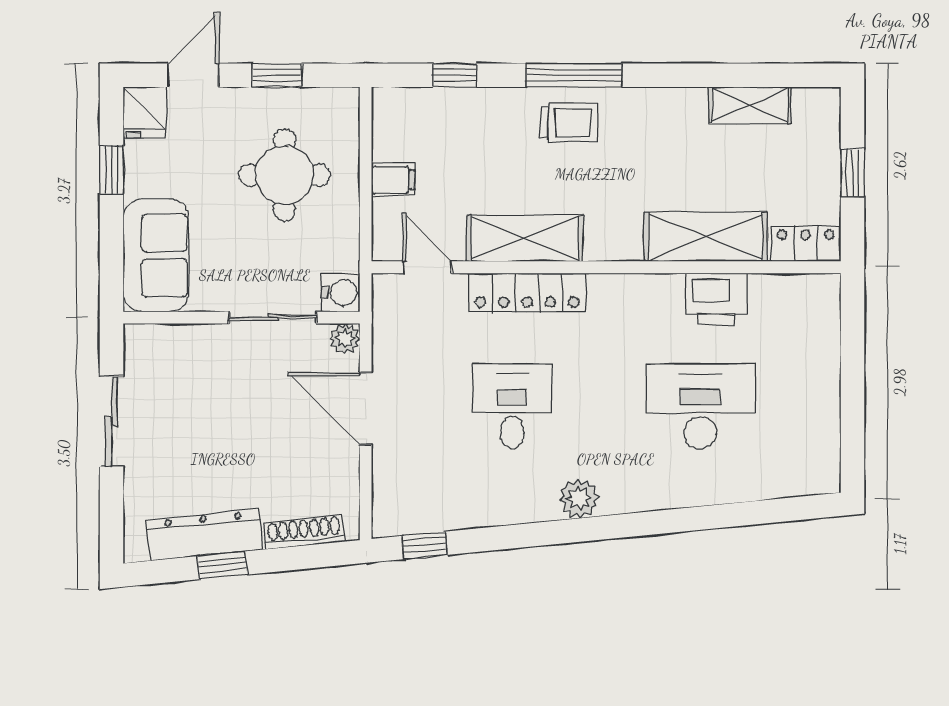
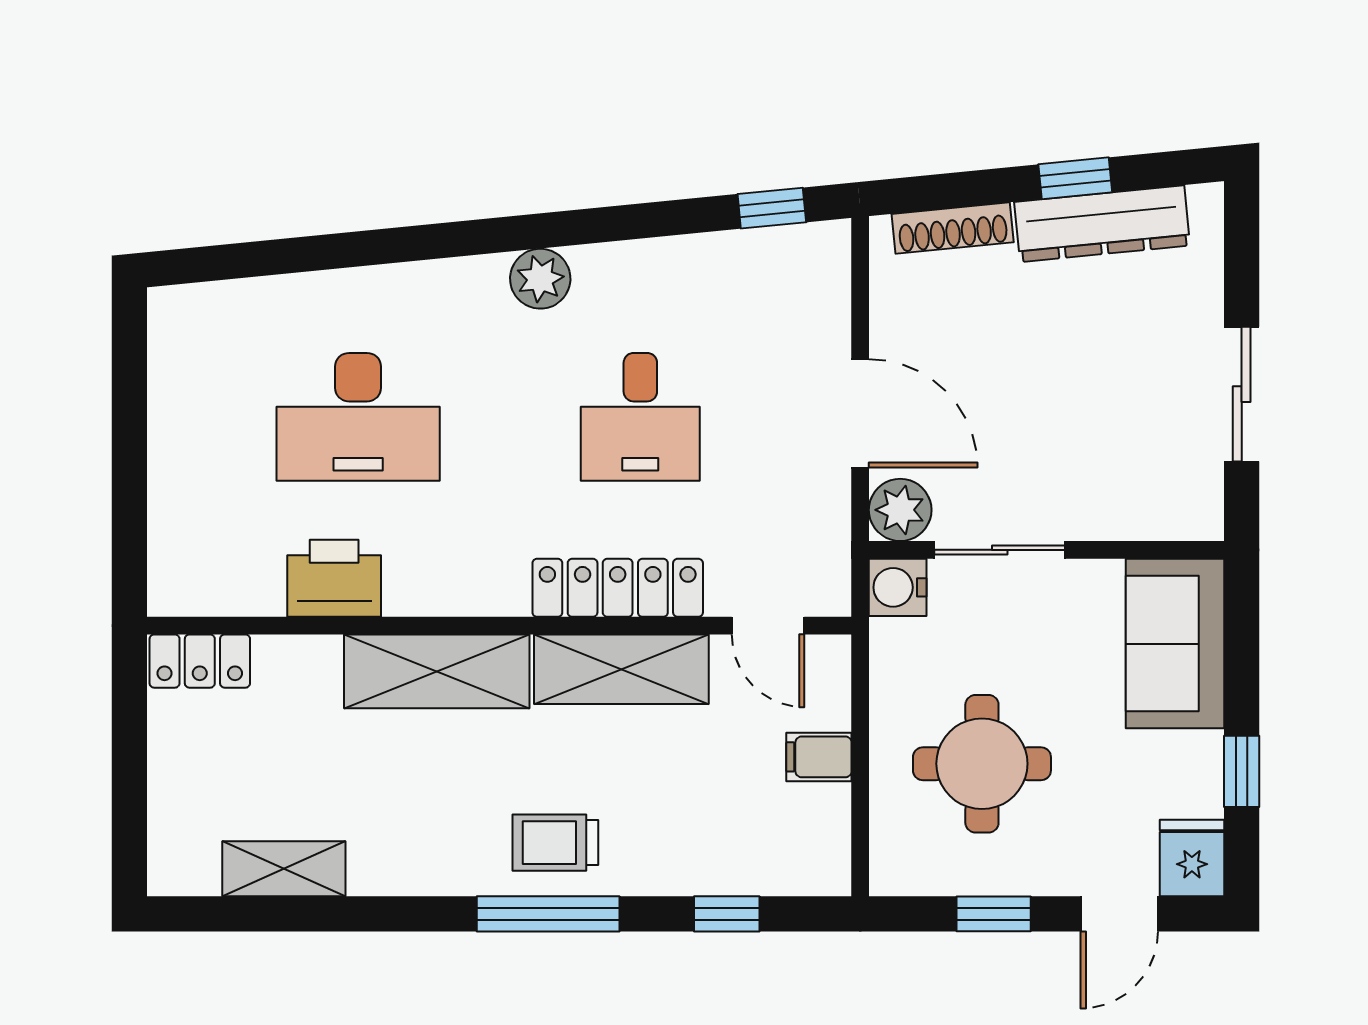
window: (853, 173) -> (129, 767), removed
shelving: (706, 237) -> (437, 671), moved
plant: (345, 339) -> (900, 510), width x1.38, depth x1.38

